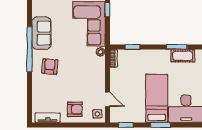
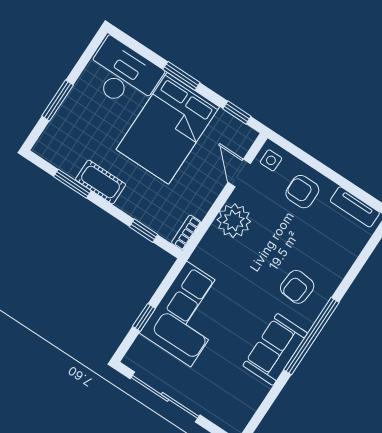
plant: (100, 52) -> (234, 221), moved, width x1.87, depth x1.87
cot: (183, 56) -> (101, 182), moved
bed: (157, 98) -> (168, 128), width x1.50

